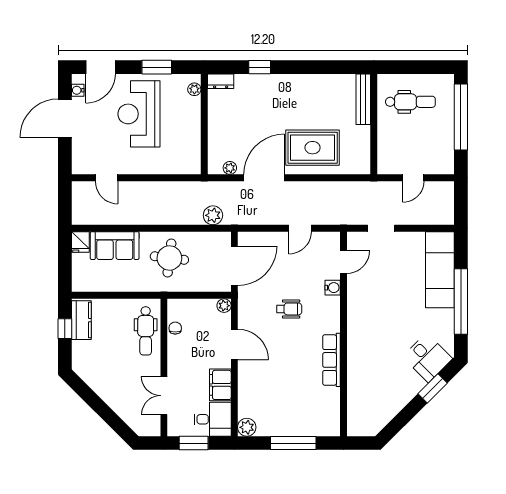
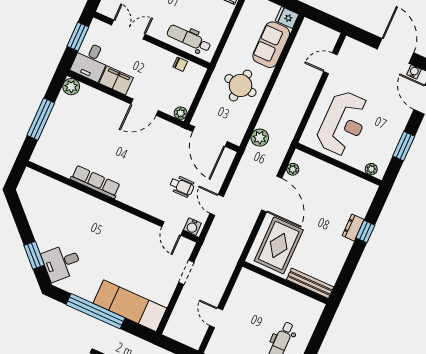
dresser: (221, 81) -> (353, 228), moved
bench: (363, 99) -> (310, 283), moved
reception desk: (139, 114) -> (343, 123), moved, turned 90
wall: (374, 124) -> (285, 283), moved
water cooler: (333, 288) -> (192, 227), moved
wheelchair: (289, 309) -> (182, 186), moved, turned -90

